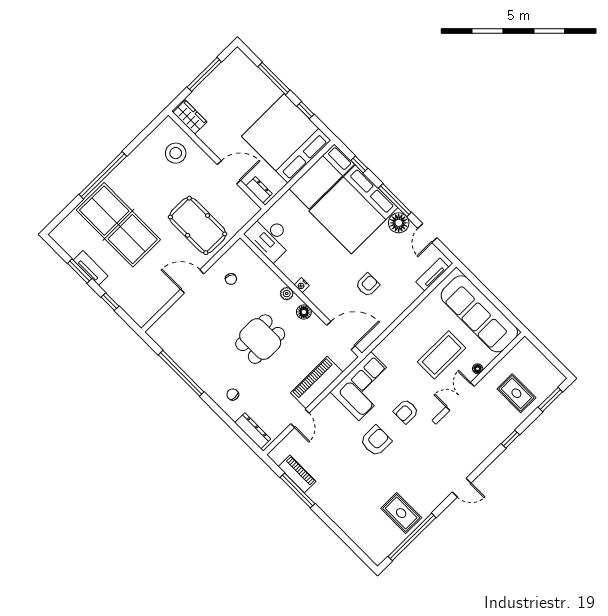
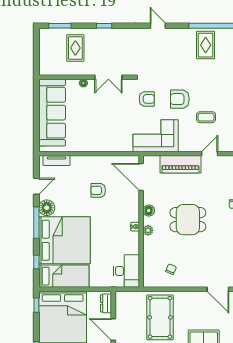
window: (305, 110) -> (36, 305), moved
door: (192, 281) -> (218, 289), moved
coffee table: (442, 355) -> (206, 117), moved, width x0.54, depth x0.58

